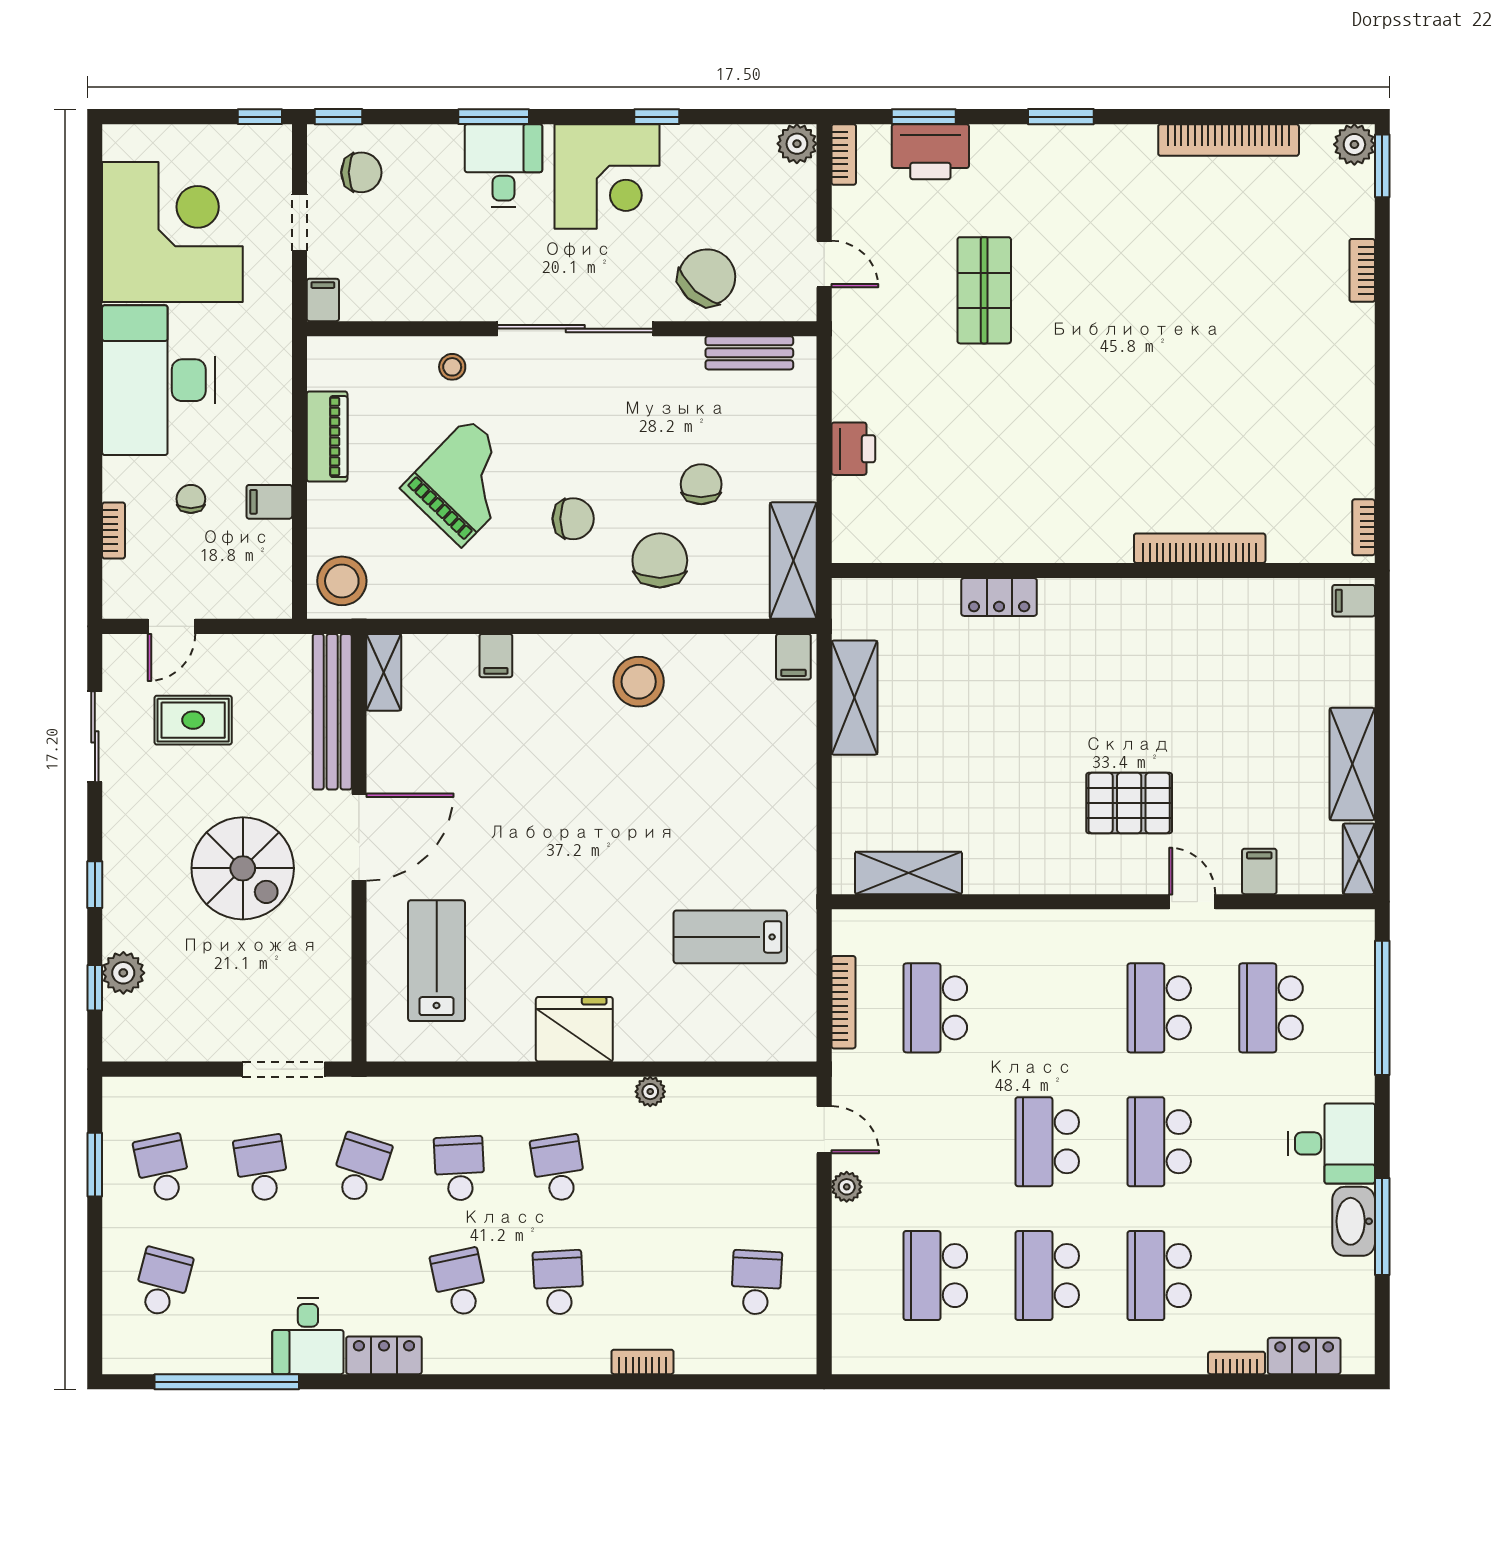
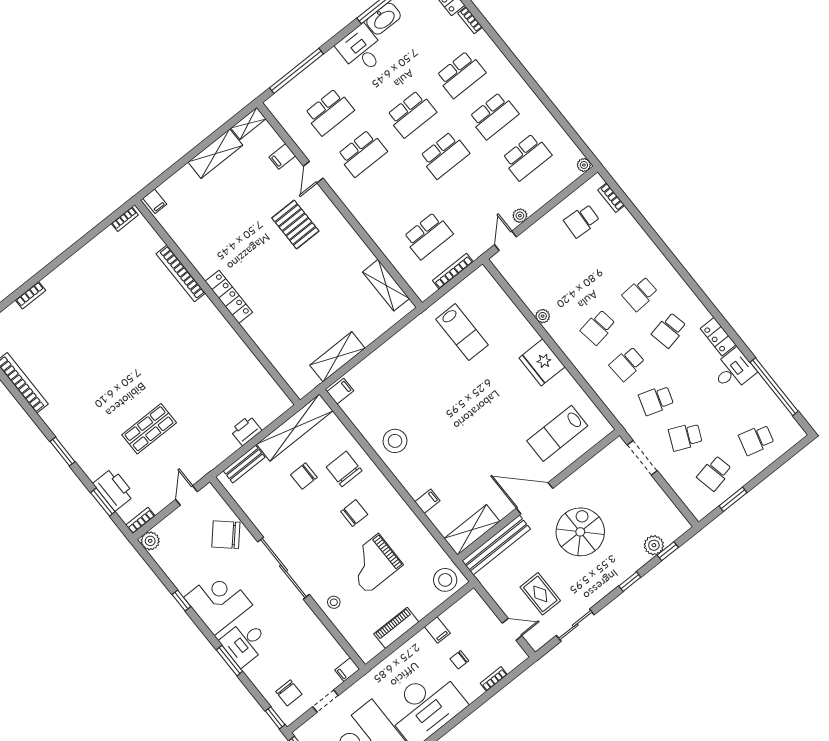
chair: (361, 172) -> (289, 693), turned 180
bench: (749, 353) -> (244, 464), moved, turned 90
grand piano: (465, 482) -> (373, 564), turned -44
chair: (573, 519) -> (354, 513), turned 90
chair: (660, 560) -> (344, 469), turned 90
shelving: (793, 561) -> (295, 428), width x1.47
locker: (999, 597) -> (229, 297), moved, width x1.53
shelving: (384, 672) -> (472, 530), width x1.50, depth x1.33
school desk: (262, 1168) -> (685, 437), turned 33
plant: (846, 1360) -> (584, 165), added
bookcase: (643, 1362) -> (611, 198), moved

